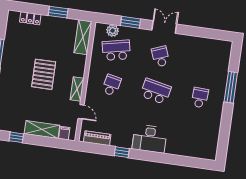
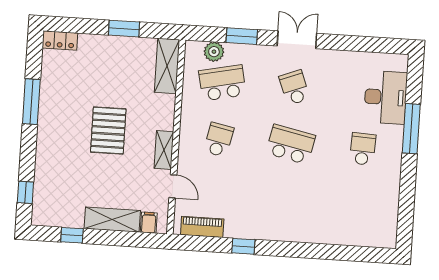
locker: (30, 18) -> (60, 40), moved
desk: (150, 139) -> (386, 97), moved, turned -90

